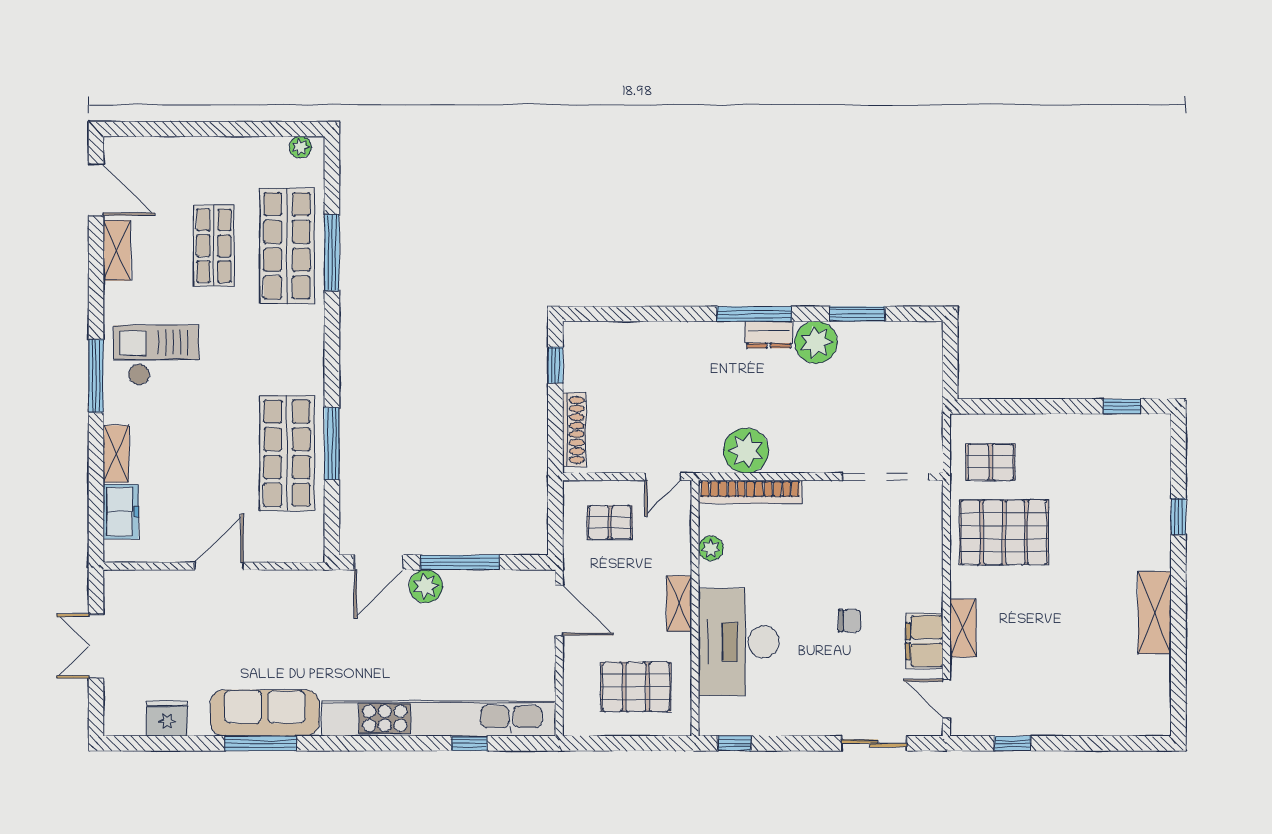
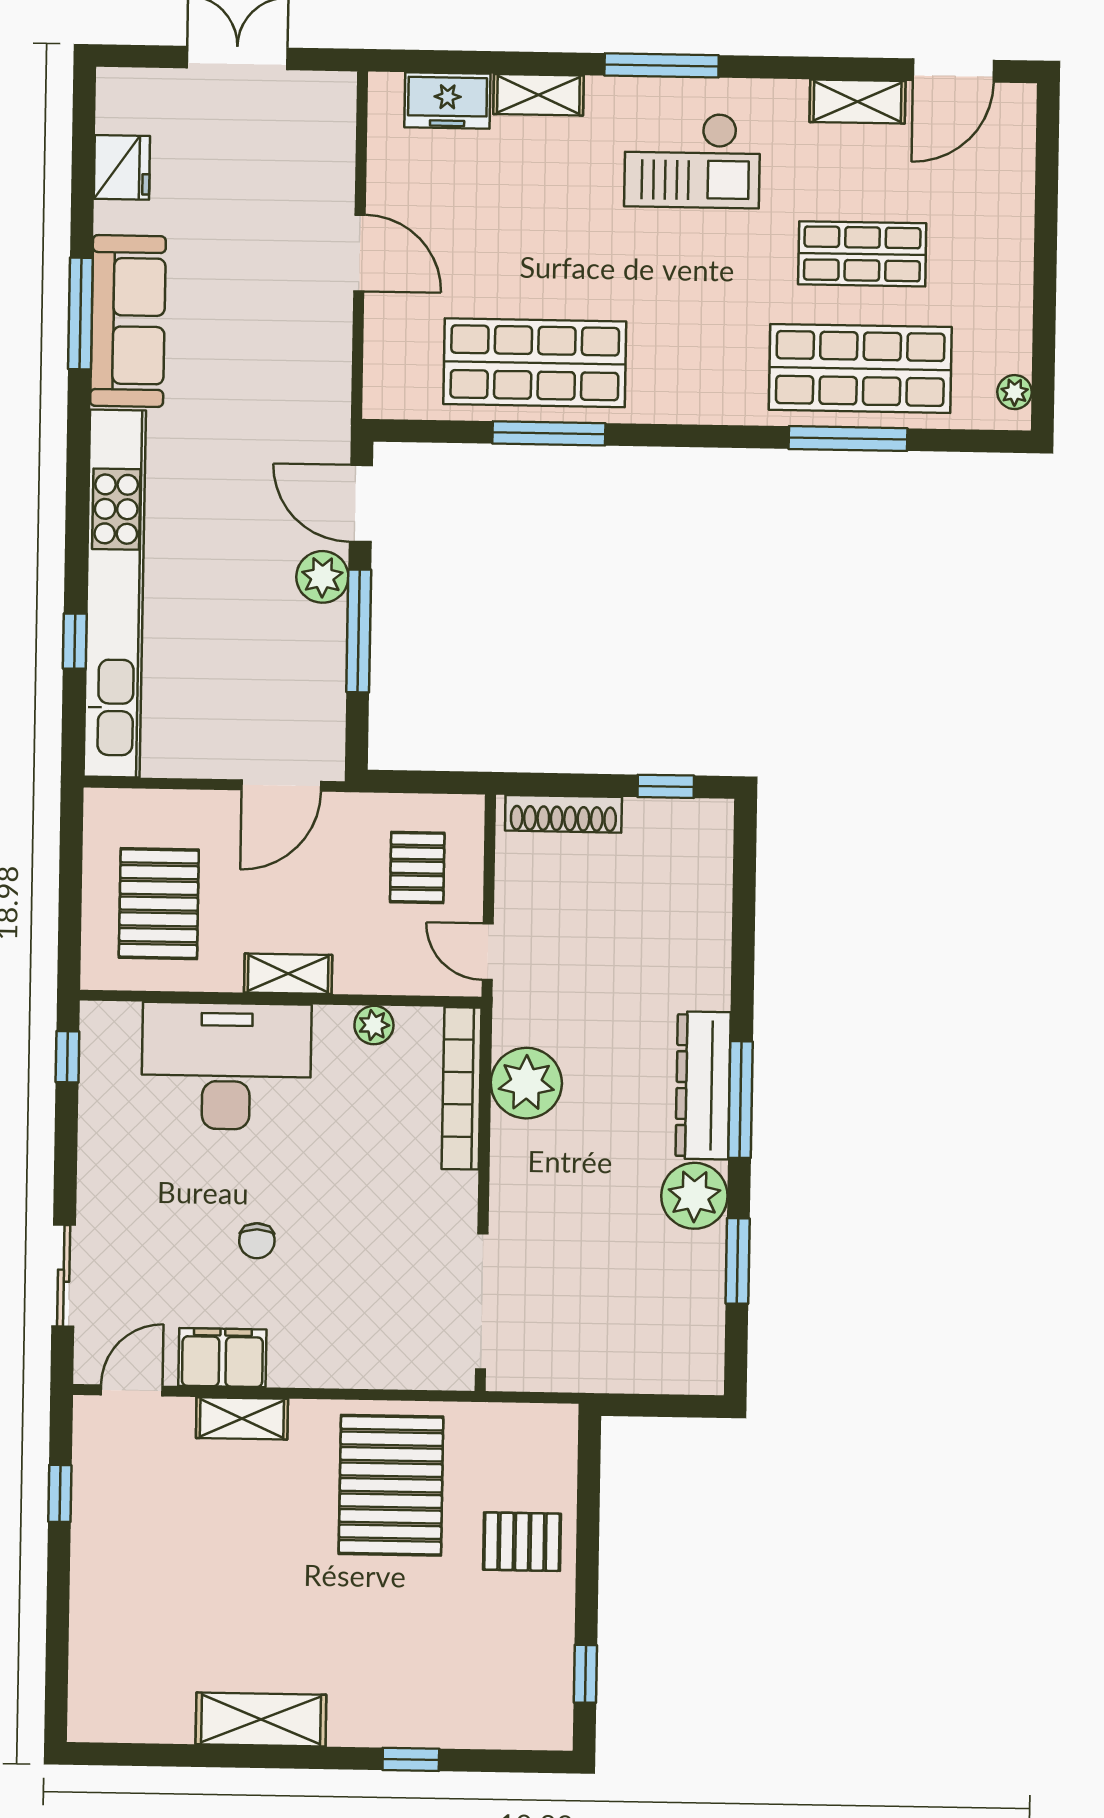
dresser: (769, 335) -> (703, 1085), width x1.96, depth x1.24
checkout: (156, 355) -> (692, 160), turned 90
pallet: (990, 462) -> (522, 1542), moved, turned 90

